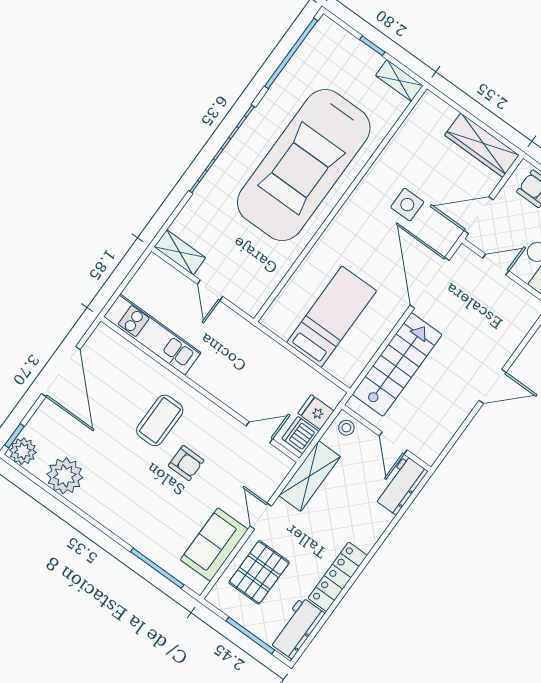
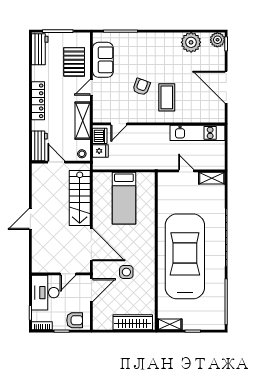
wardrobe: (482, 145) -> (133, 322), moved
armchair: (186, 463) -> (141, 87), turned 110
door: (261, 516) -> (91, 87), swing flipped
locker: (338, 577) -> (38, 101), moved

